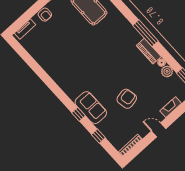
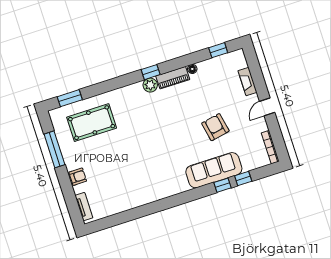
window: (146, 33) -> (151, 72), width x0.46
plant: (167, 71) -> (150, 85), moved
sofa: (91, 108) -> (214, 170), width x1.36
window: (78, 114) -> (223, 185), moved

